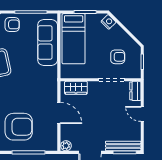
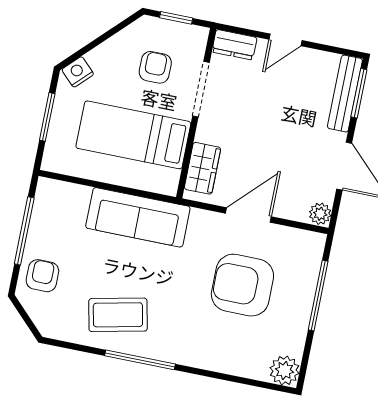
bed: (74, 39) -> (133, 135), moved, turned 180
sofa: (48, 42) -> (138, 217), moved
armchair: (19, 127) -> (242, 285), moved, turned -90

